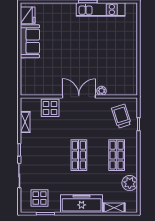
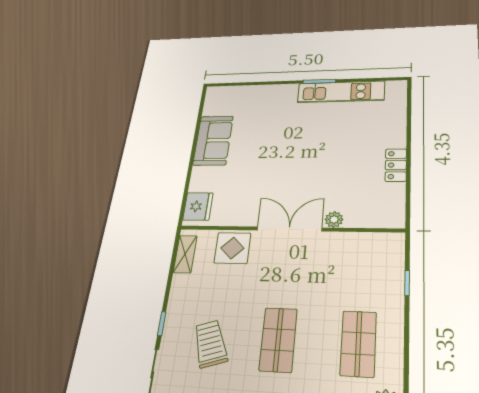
fridge: (28, 15) -> (198, 206), moved
locker: (132, 58) -> (396, 165), added
trolley: (121, 116) -> (210, 344), moved
shelving: (25, 122) -> (185, 254), moved

